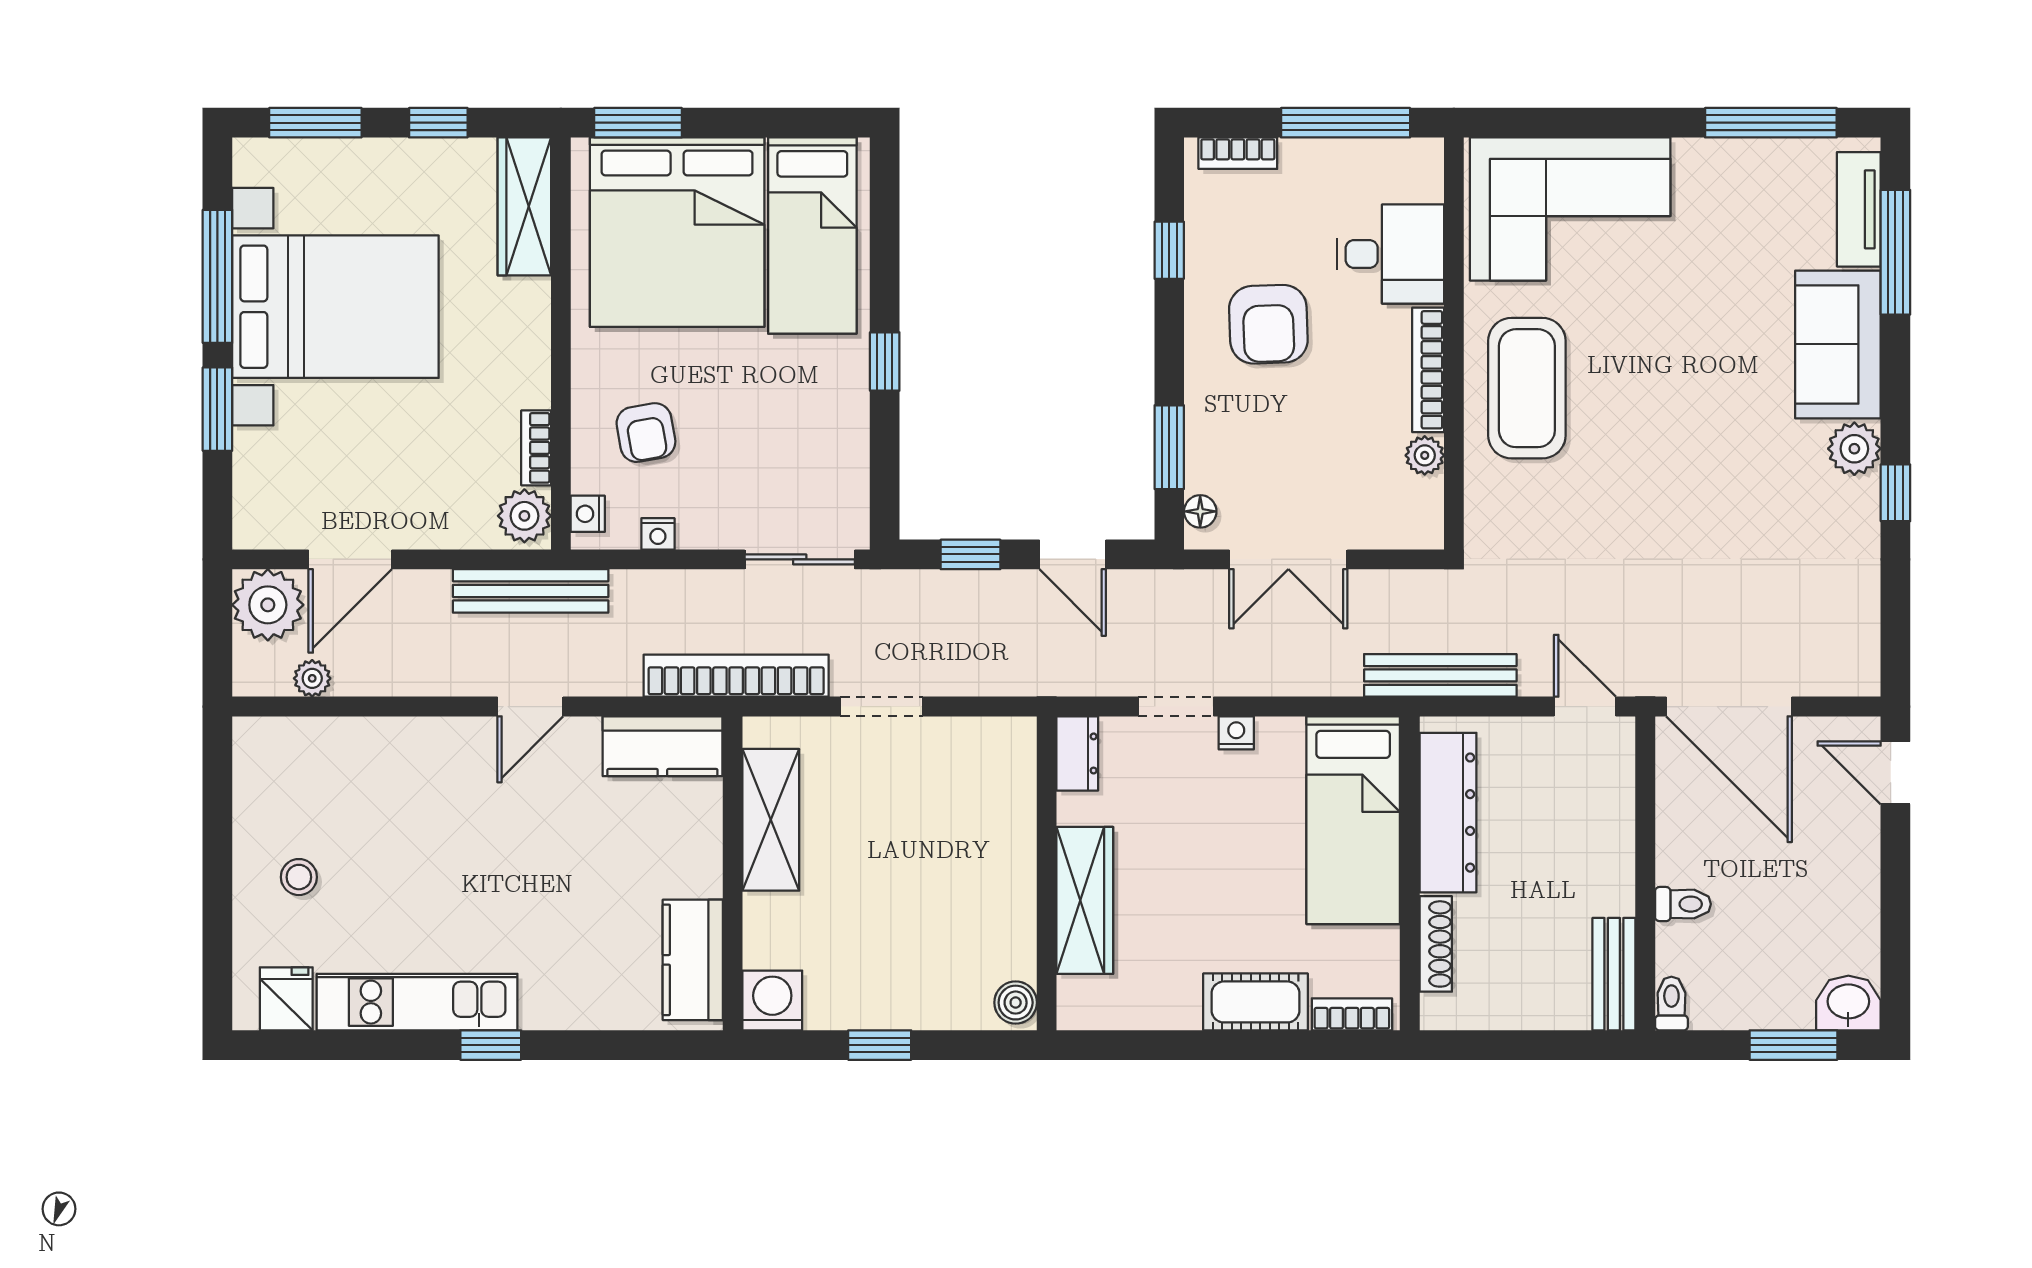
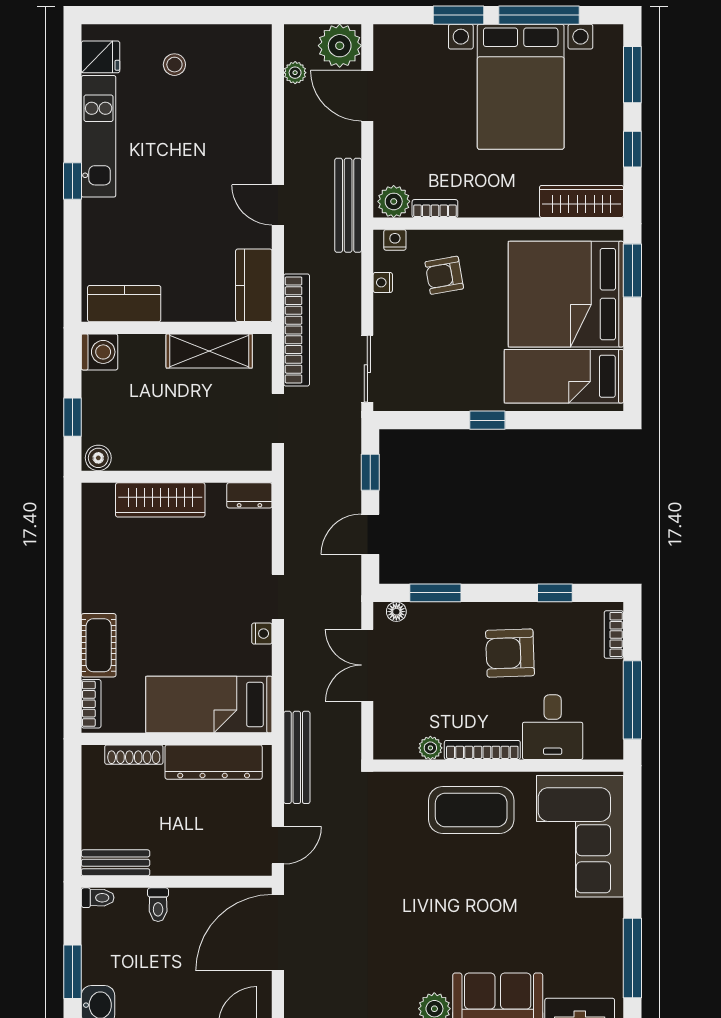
dresser: (1077, 753) -> (249, 495), moved
wall: (1047, 873) -> (177, 477), moved
wardrobe: (1085, 900) -> (160, 500), moved
boiler: (1016, 1003) -> (98, 458), moved

